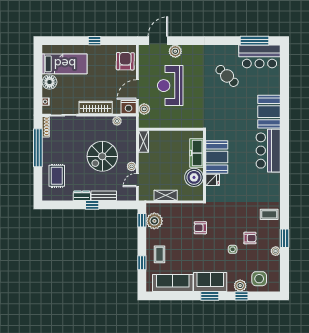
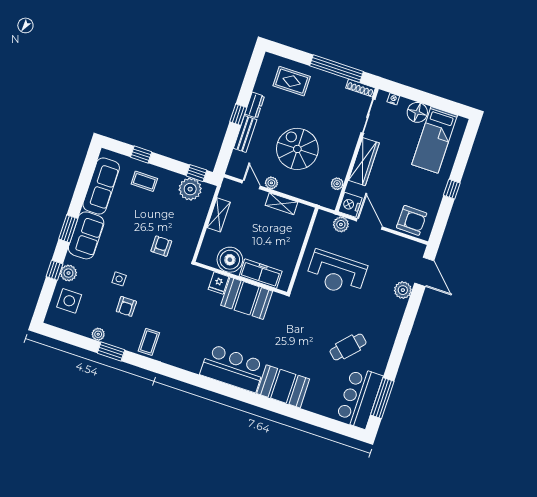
reception desk: (170, 86) -> (336, 273), moved, turned 180
shelving: (144, 141) -> (281, 204), moved

